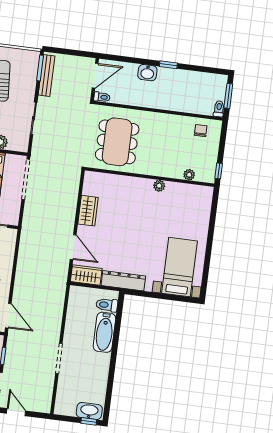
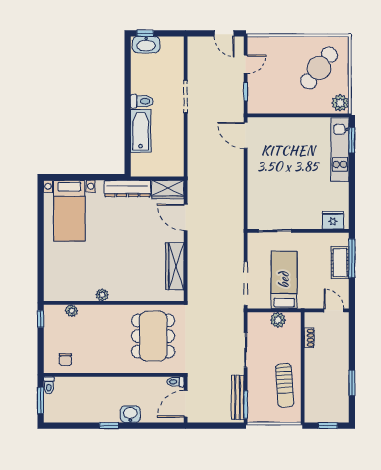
wardrobe: (88, 211) -> (175, 266), width x1.50
toilet: (107, 305) -> (142, 101), moved

